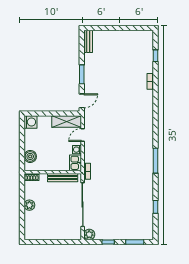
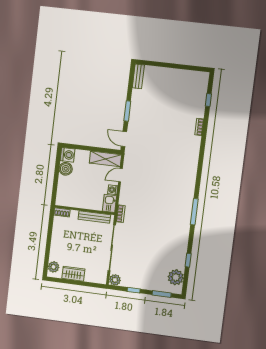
door: (82, 101) -> (124, 139), swing flipped
boiler: (30, 156) -> (66, 169), moved
plant: (29, 205) -> (53, 267), moved
plant: (146, 224) -> (176, 277), added
wardrobe: (49, 234) -> (73, 274), added

